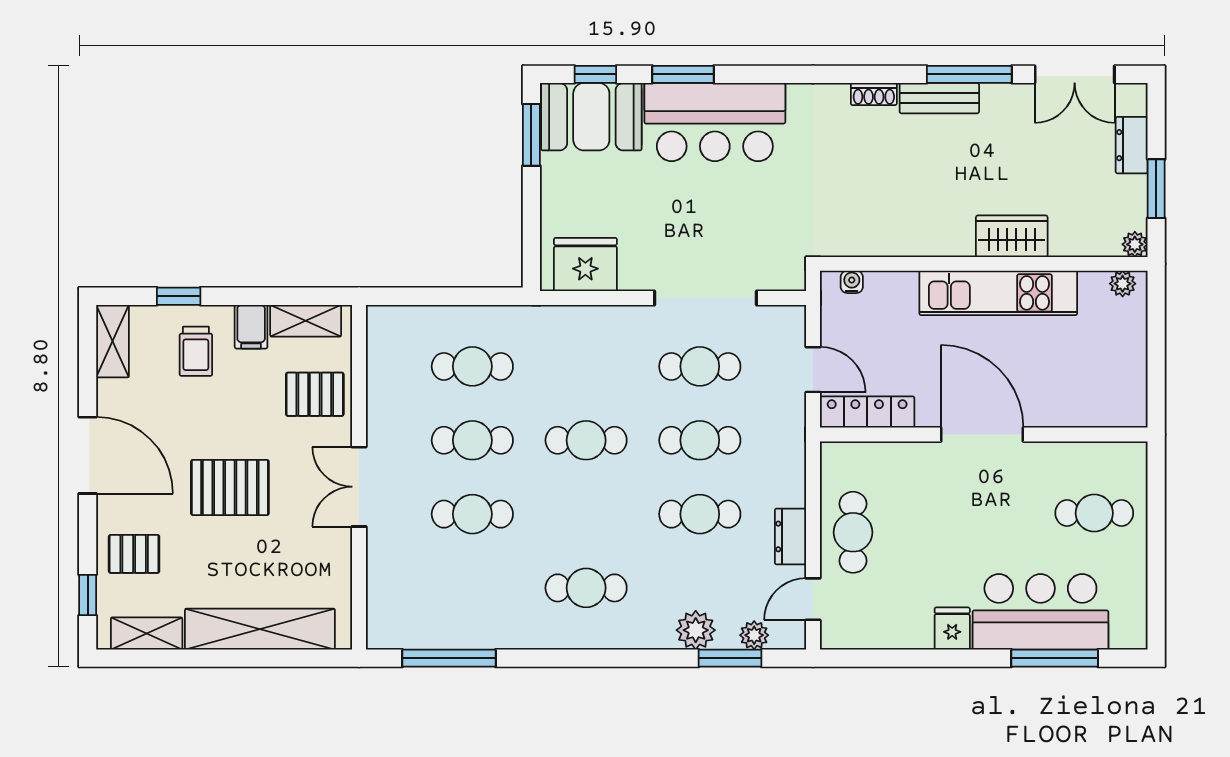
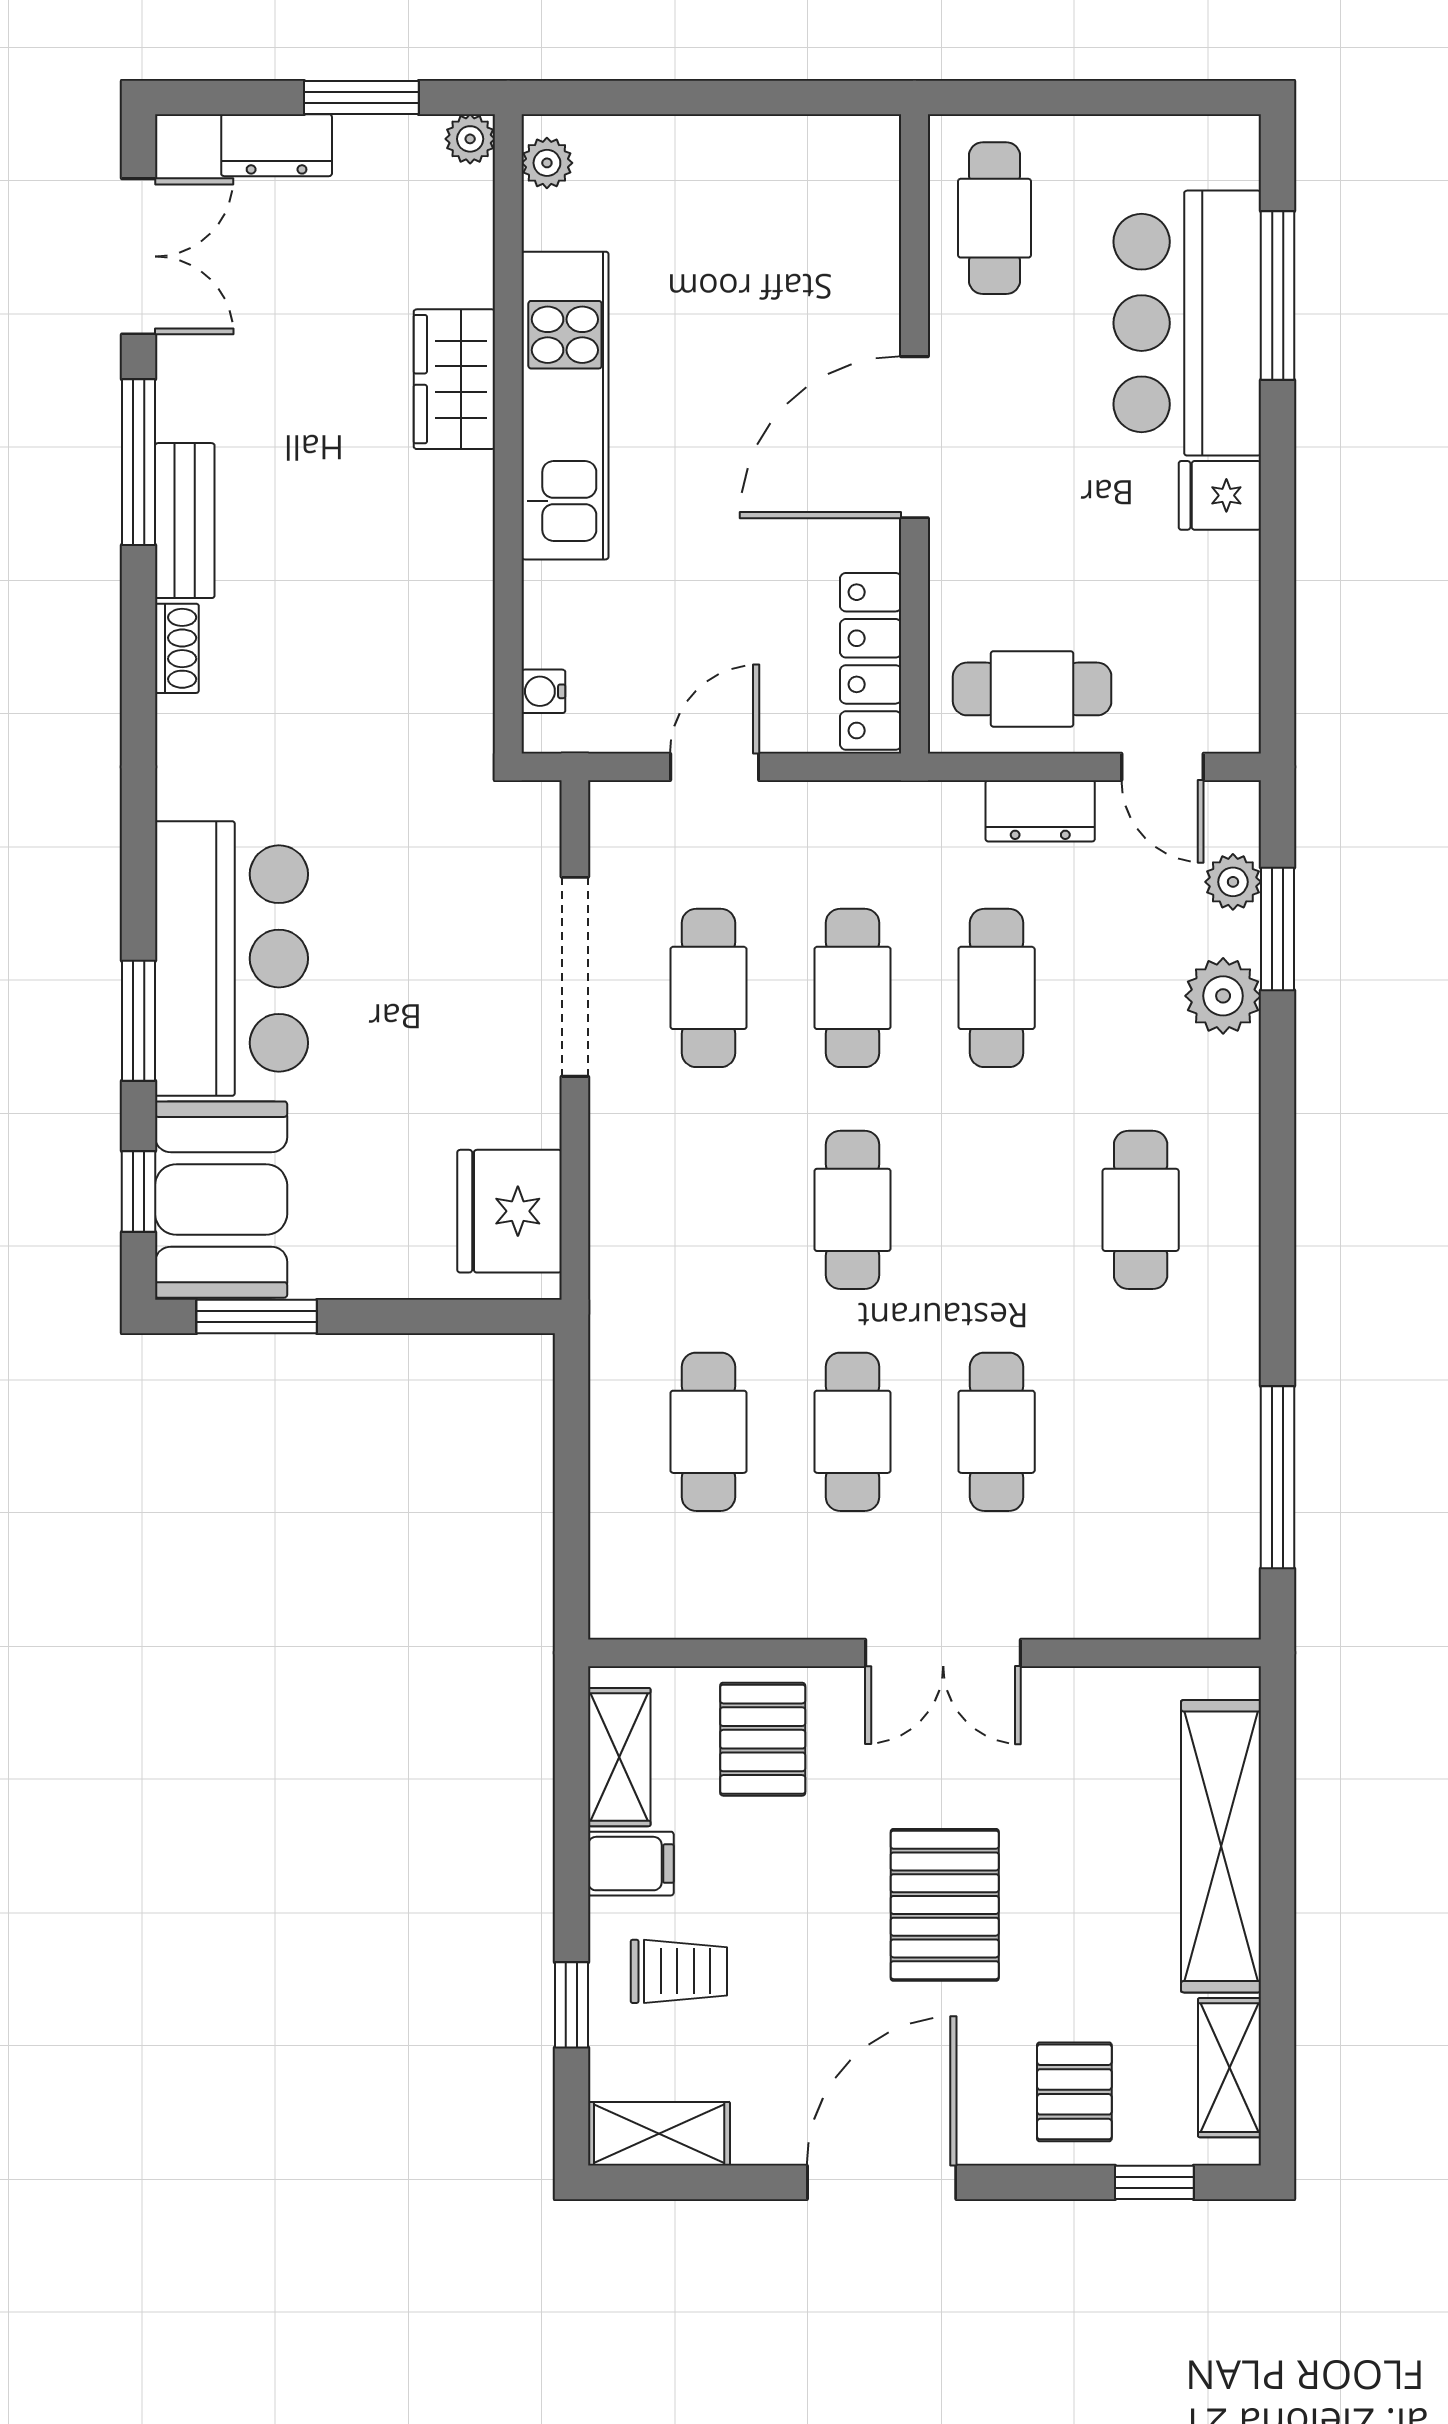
locker: (867, 412) -> (871, 661), moved
door: (982, 435) -> (915, 437), moved
wall: (984, 435) -> (915, 434), moved

